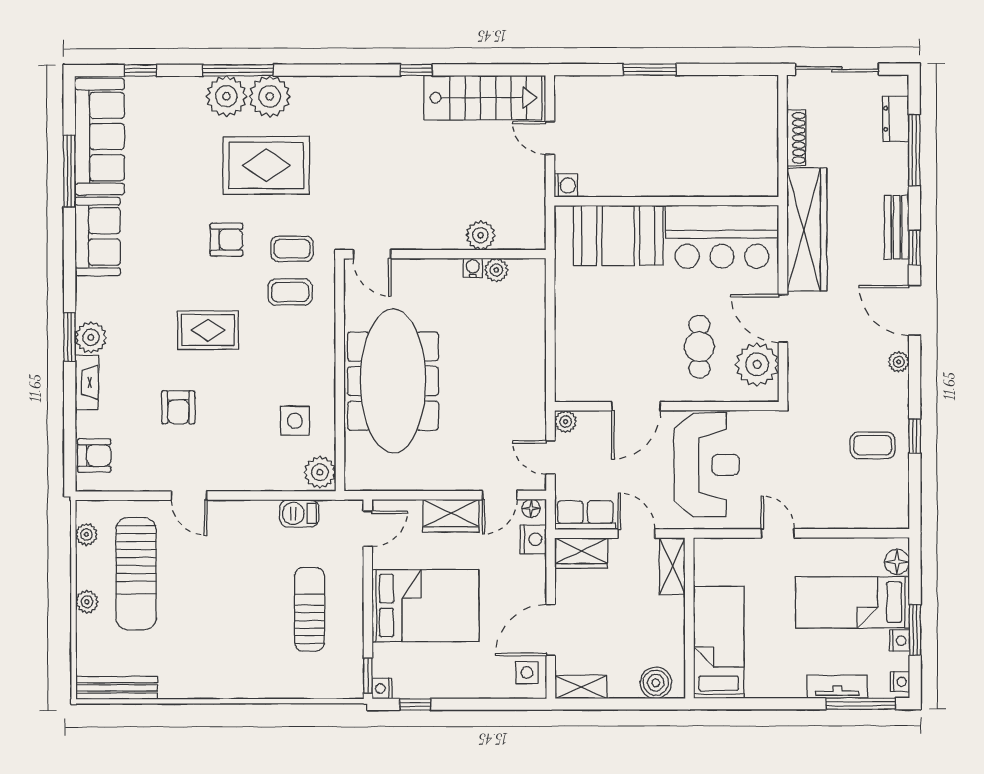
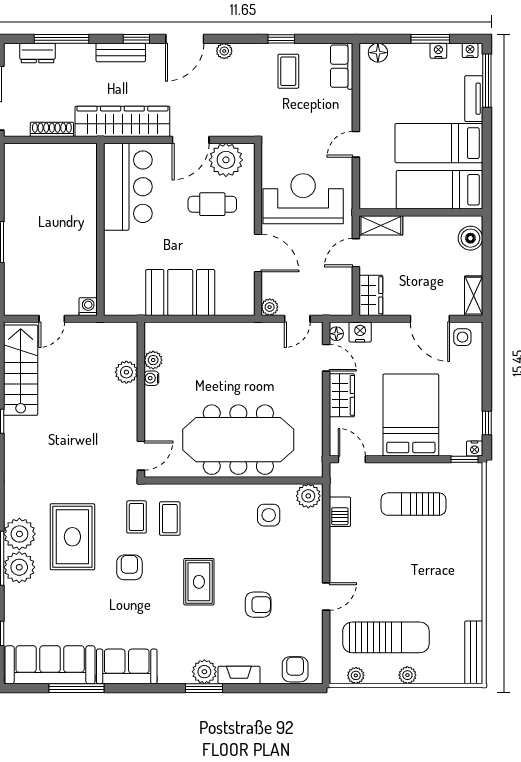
booth: (618, 235) -> (180, 292), moved, turned 90
row of seats: (585, 515) -> (342, 66), moved
bed: (853, 602) -> (439, 143), moved, turned 90

